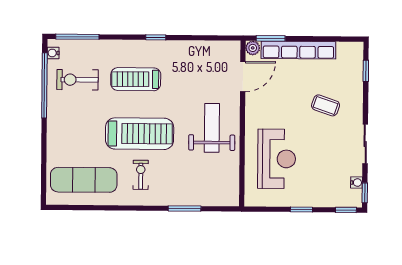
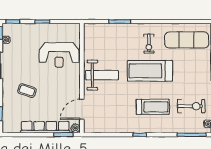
weight bench: (212, 128) -> (102, 75), turned -90
reception desk: (277, 159) -> (59, 55), turned -90

